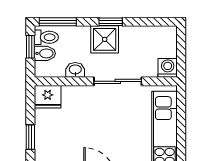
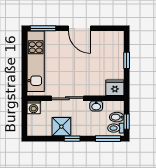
shower: (105, 39) -> (61, 127), moved

